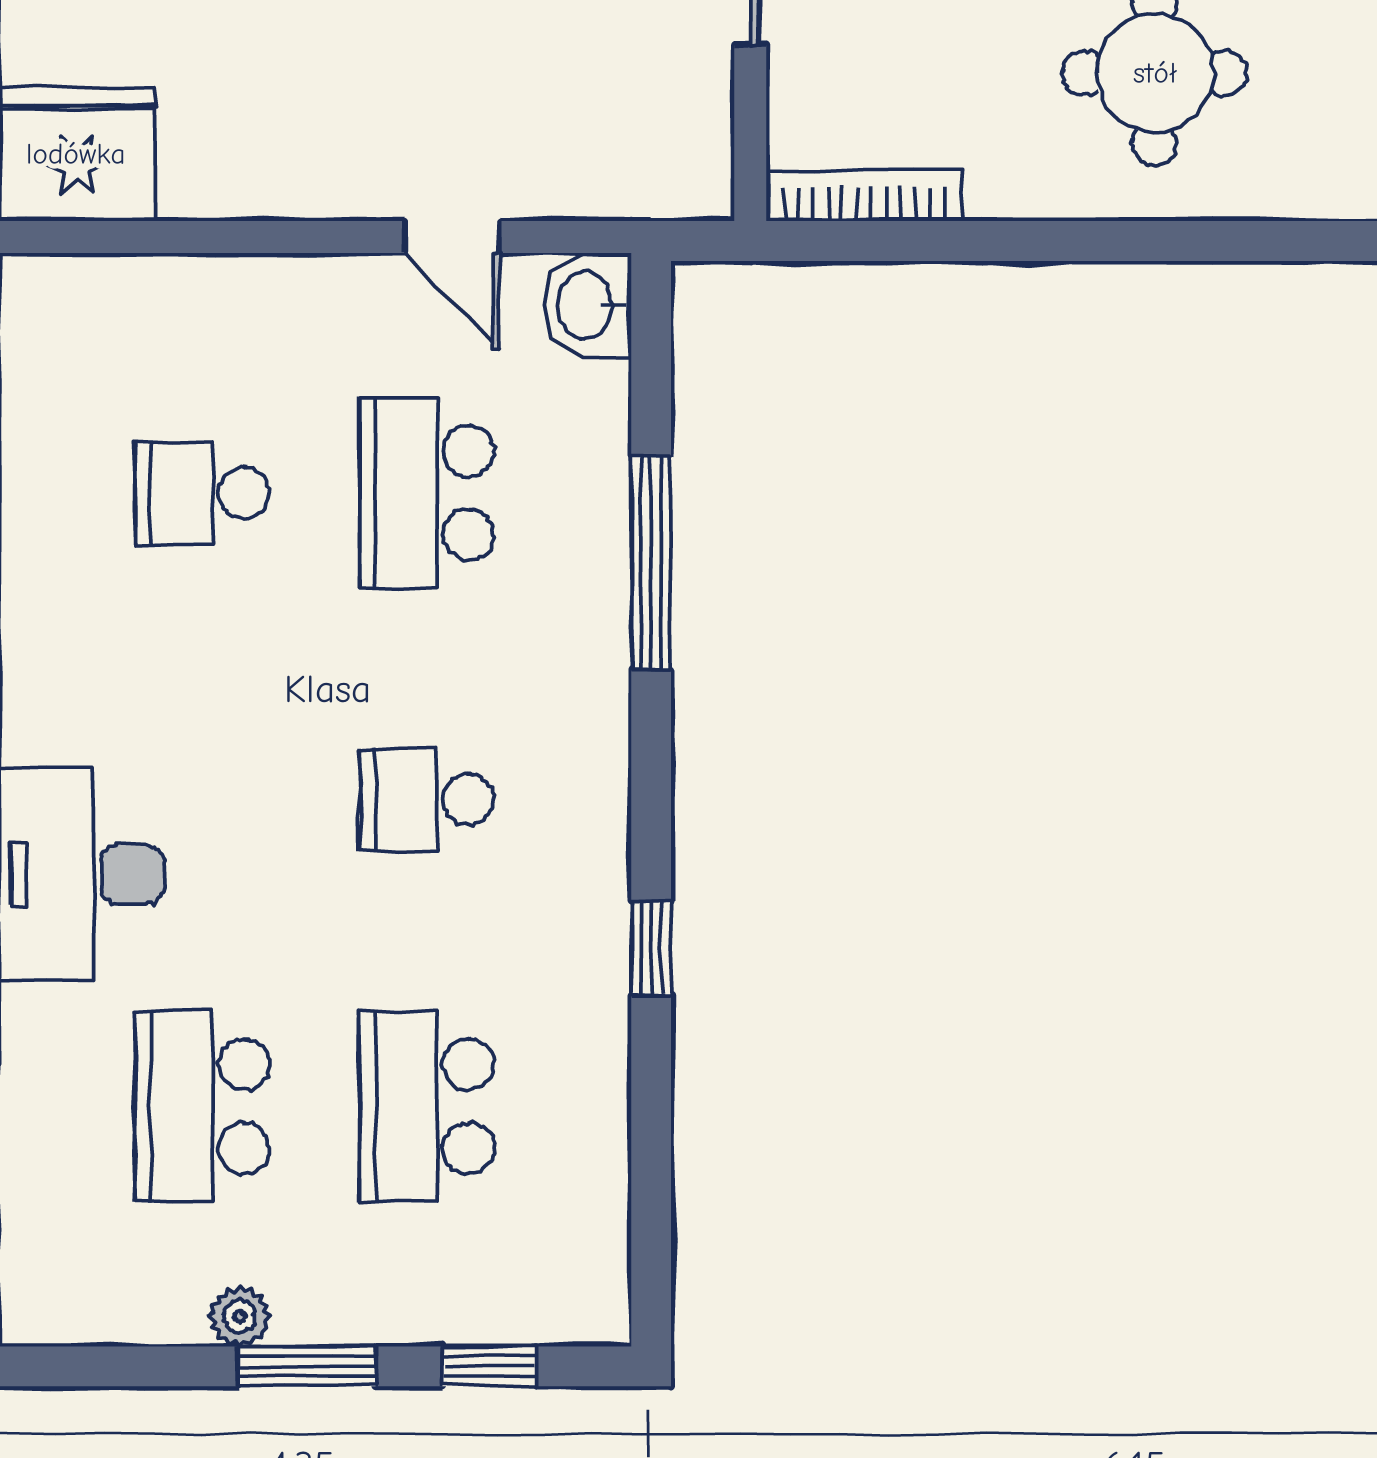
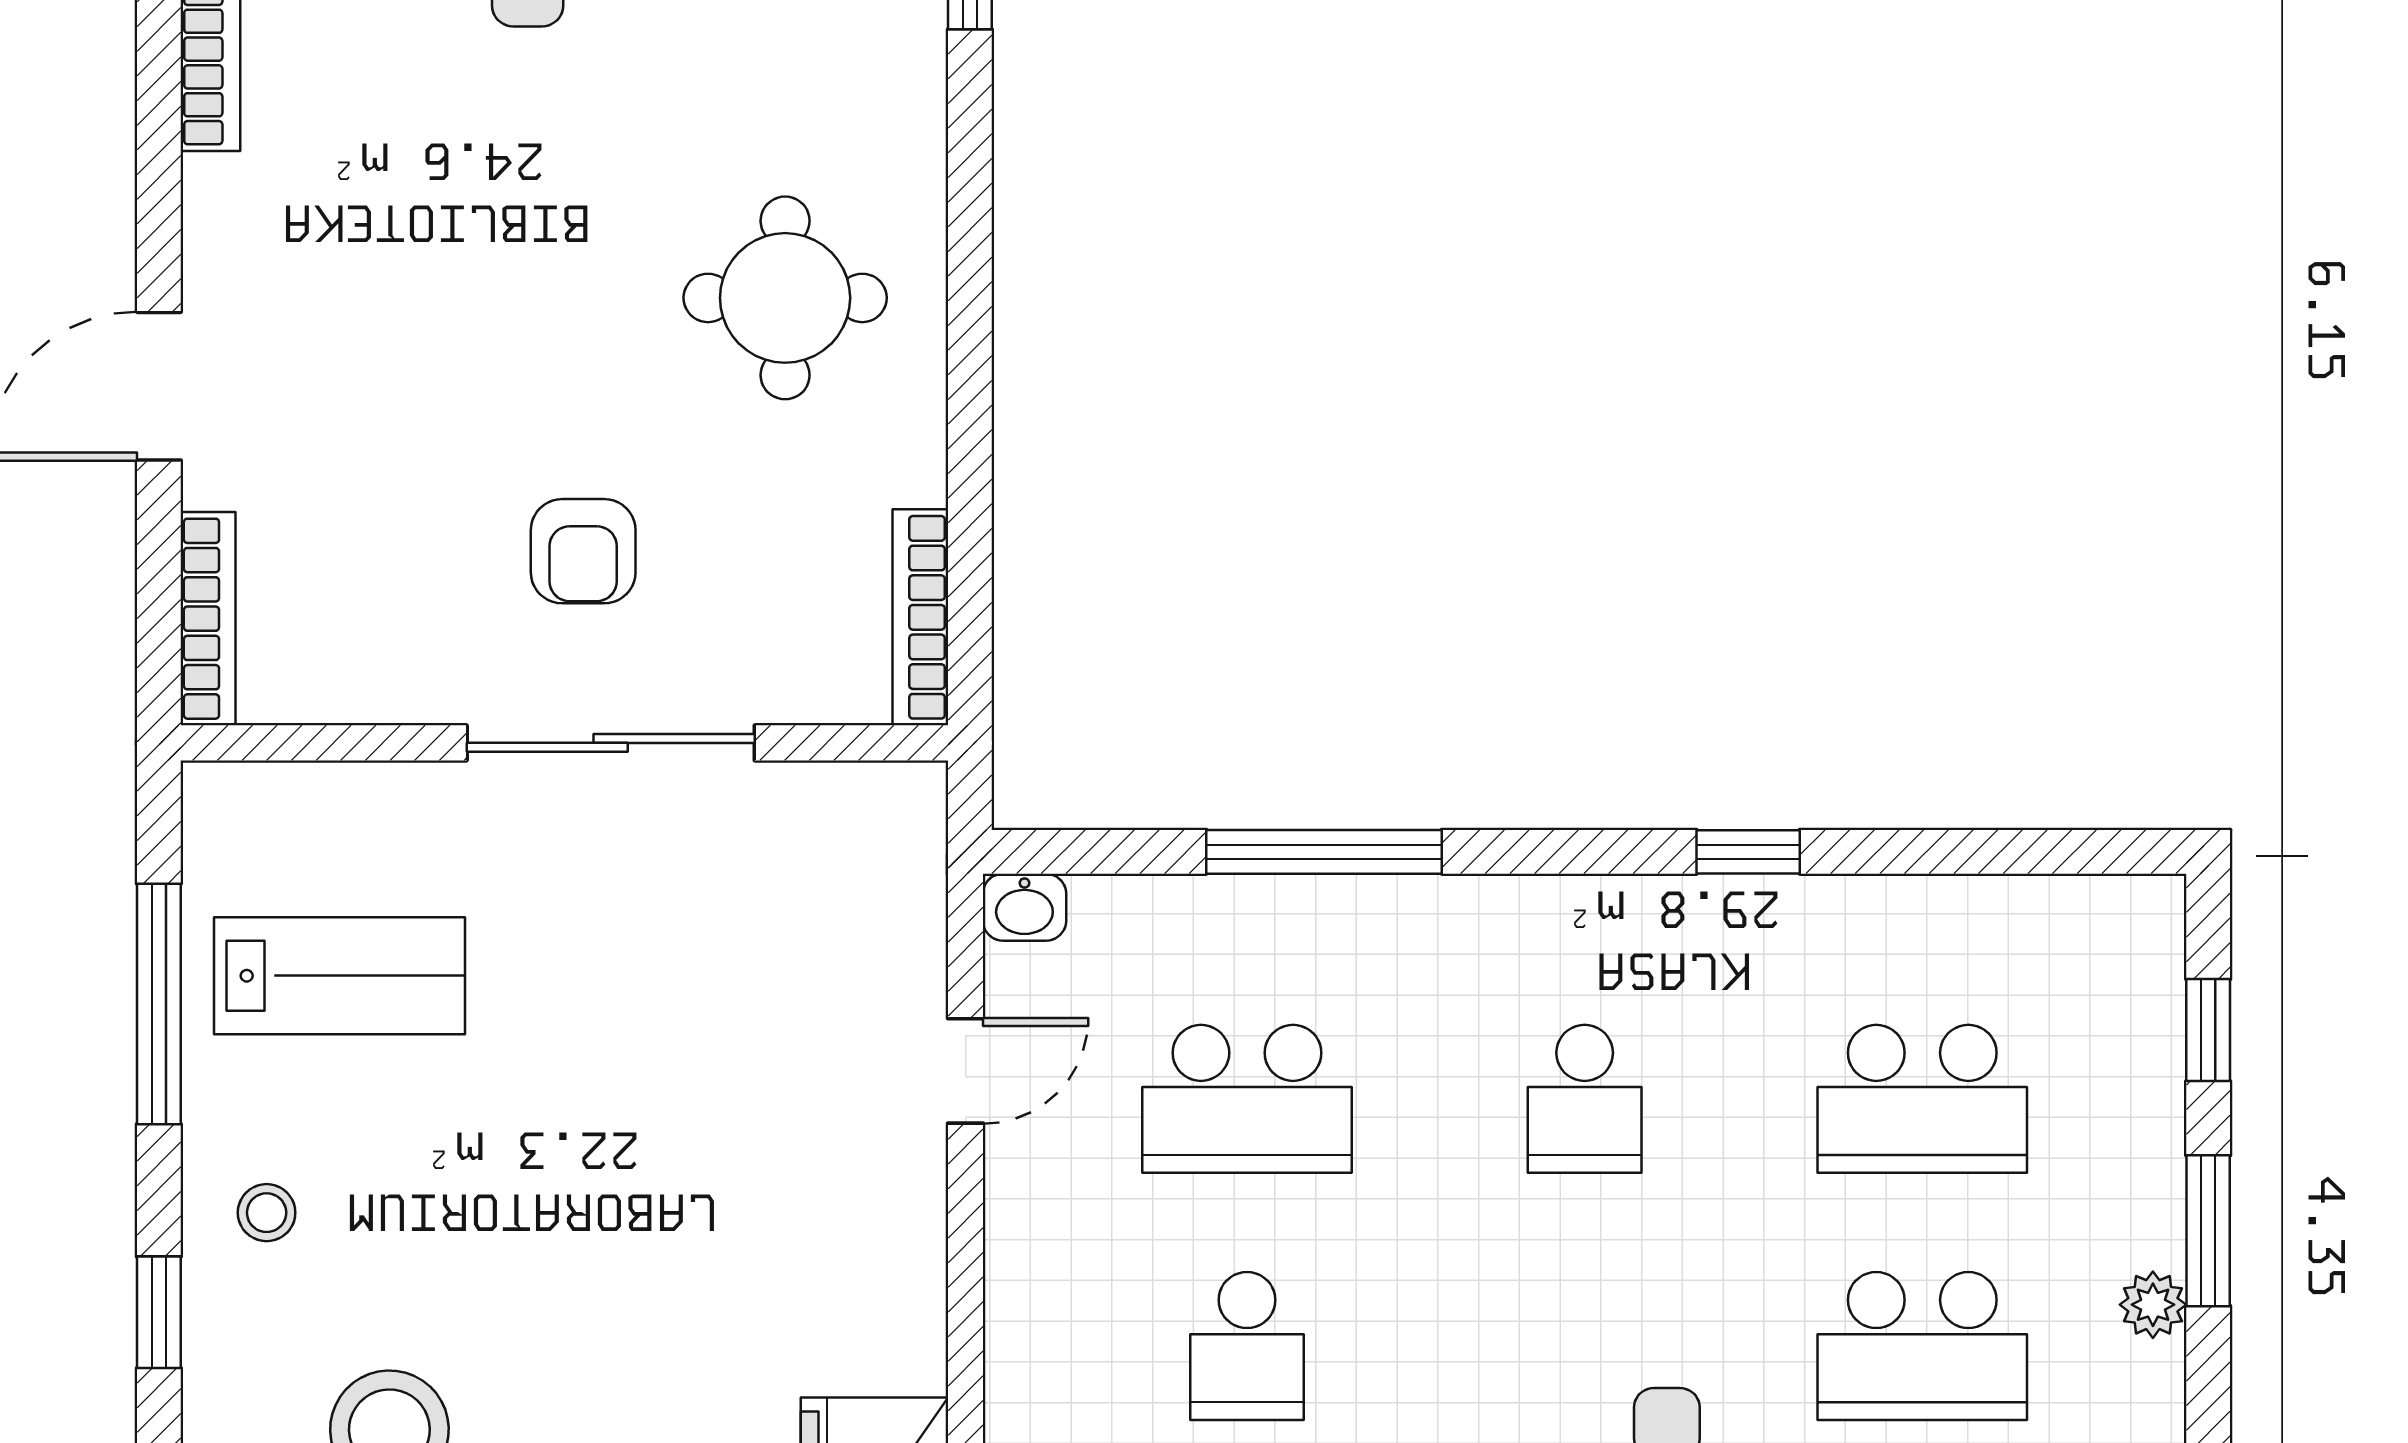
washbasin: (587, 305) -> (1024, 907), width x0.72, depth x0.69

